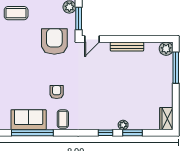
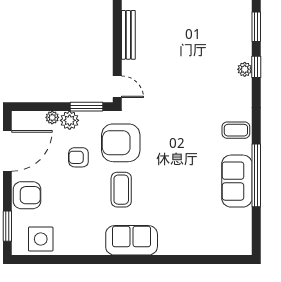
coffee table: (16, 13) -> (121, 190), moved
armchair: (57, 92) -> (78, 157), moved
plant: (123, 125) -> (245, 69), moved

